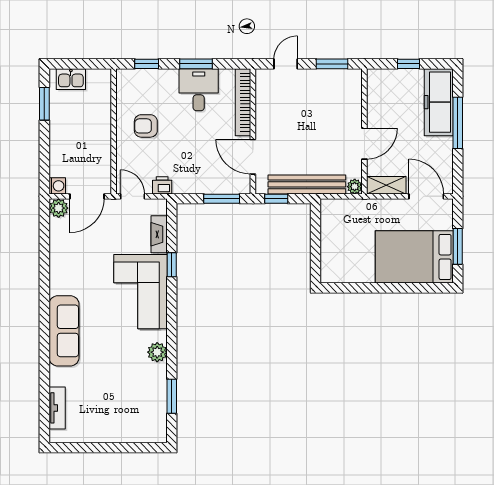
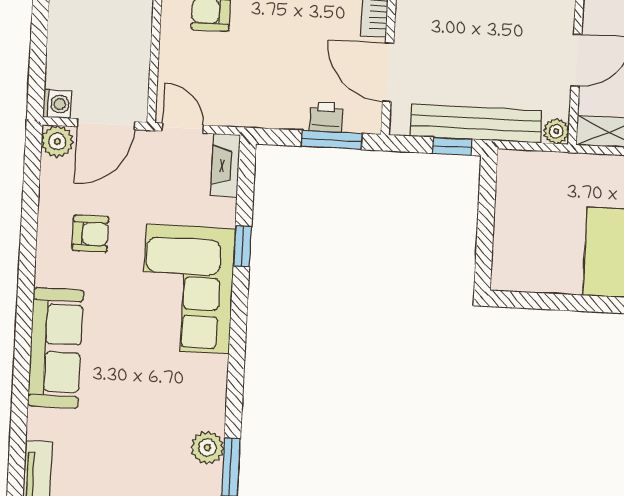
printer: (162, 185) -> (326, 117), moved
window: (276, 199) -> (452, 146), moved
fireplace: (159, 234) -> (225, 166), moved
armchair: (81, 262) -> (90, 234), added
plant: (157, 352) -> (207, 448), moved

